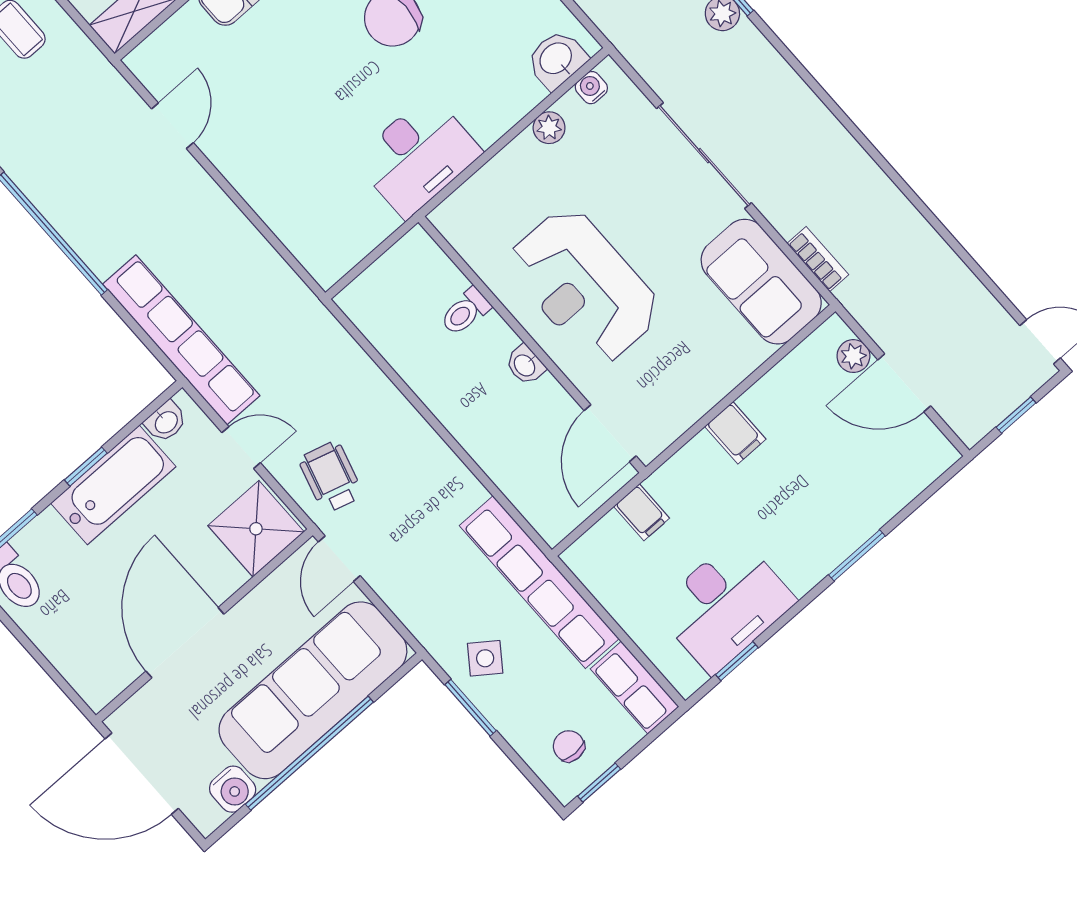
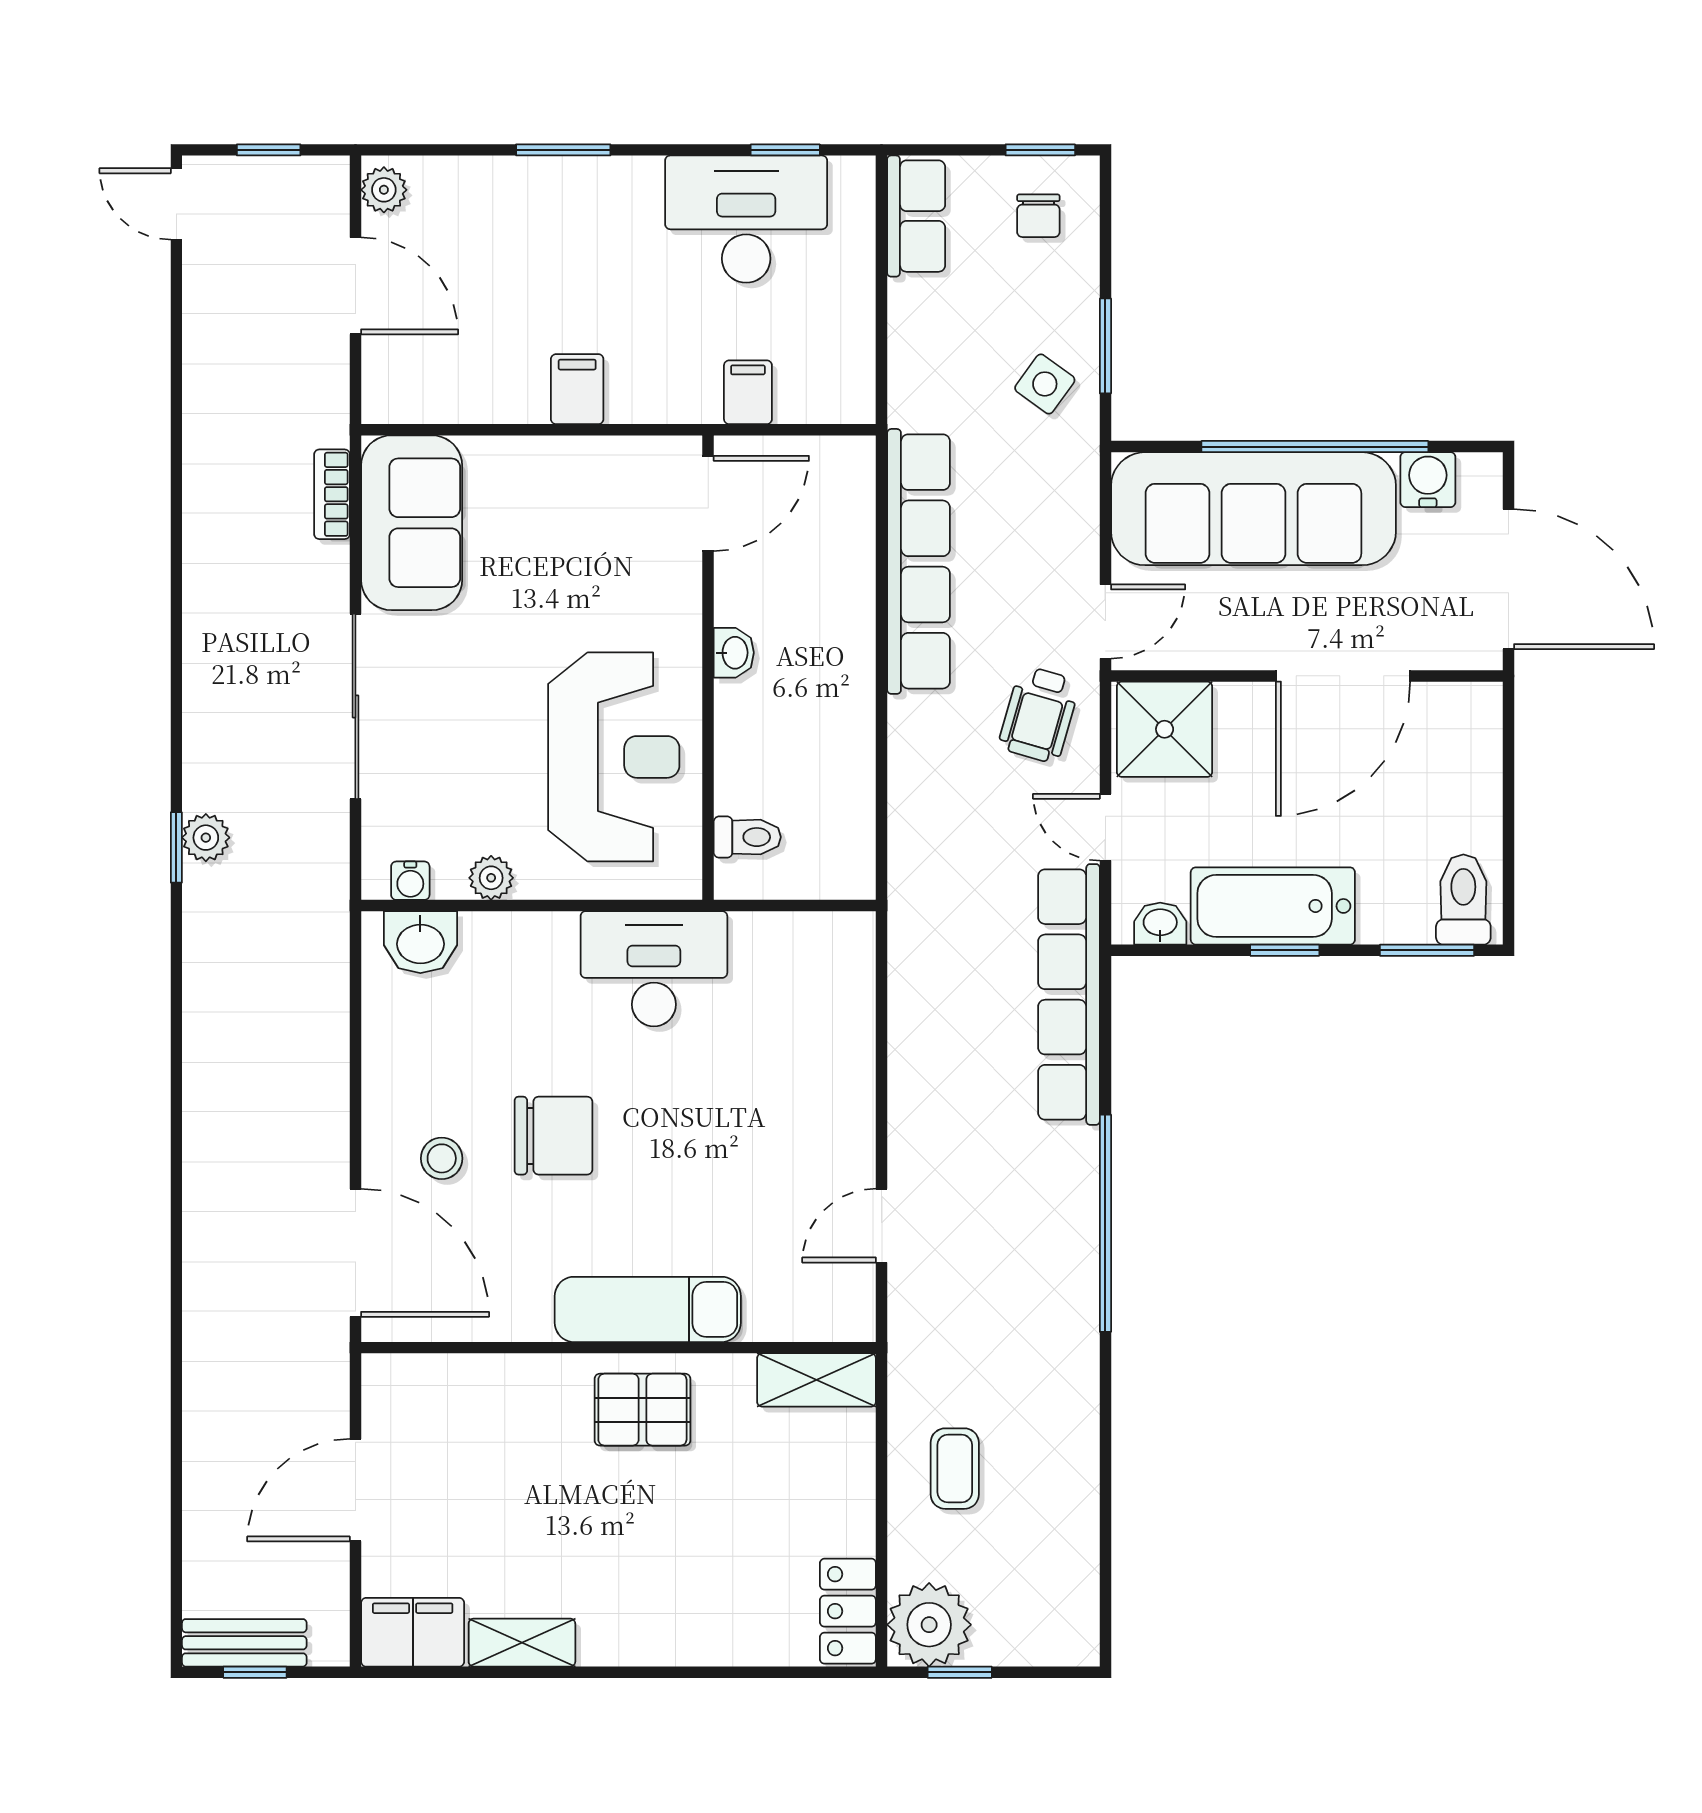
reception desk: (584, 286) -> (614, 757), moved
toilet: (465, 312) -> (747, 837), moved
plant: (853, 356) -> (384, 190), moved
row of seats: (539, 582) -> (919, 561), moved

